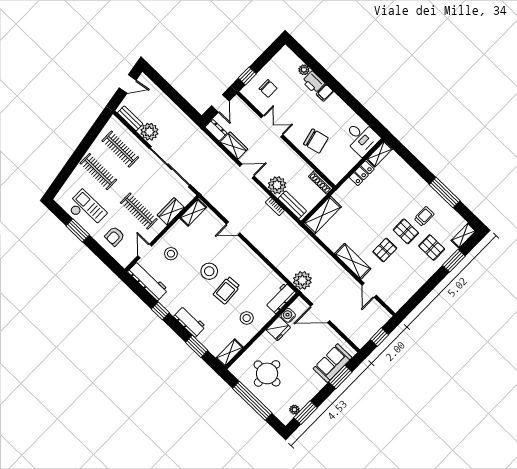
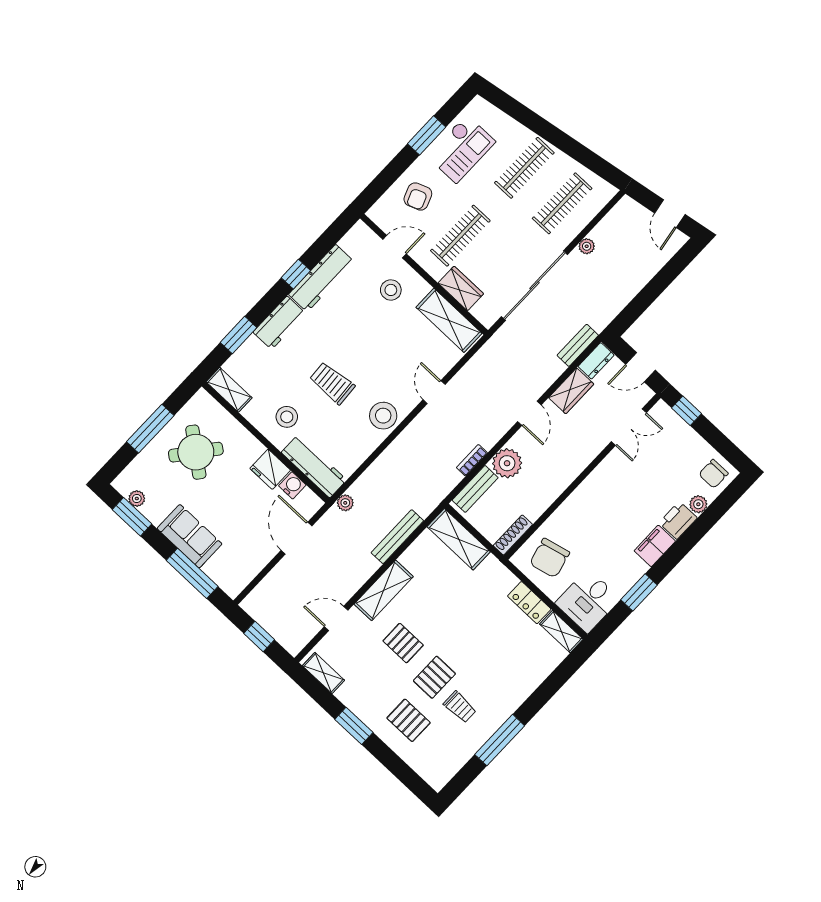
chair: (268, 88) -> (713, 474), moved
filing cabinet: (325, 93) -> (655, 546), width x2.00
window: (357, 107) -> (639, 592), added
bench: (130, 118) -> (578, 345), moved
double door: (272, 126) -> (629, 427), moved
plant: (149, 132) -> (587, 246), width x0.53, depth x0.53
chair: (316, 141) -> (550, 558), moved
shelving: (193, 213) -> (449, 320), width x1.50, depth x1.33
shelving: (464, 235) -> (323, 673), moved
armchair: (115, 236) -> (418, 196), turned -111
pallet: (432, 248) -> (409, 720), turned 90
bench: (320, 252) -> (397, 537), added
window: (454, 261) -> (354, 726), moved
stool: (209, 271) -> (383, 416), moved
plant: (302, 280) -> (345, 503), width x0.53, depth x0.53
workbench: (148, 281) -> (321, 278), moved
workbench: (281, 298) -> (314, 466), width x1.38
sofa: (333, 363) -> (190, 536), moved
round table: (267, 373) -> (196, 452), turned 38
window: (340, 377) -> (192, 573), width x1.44
window: (252, 401) -> (150, 429), width x0.68

